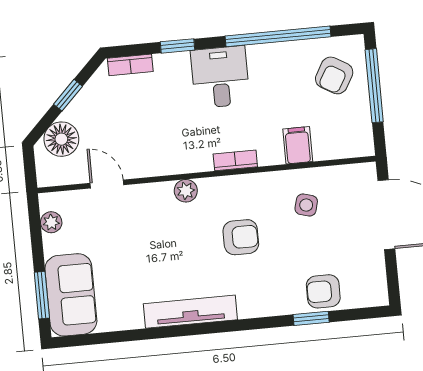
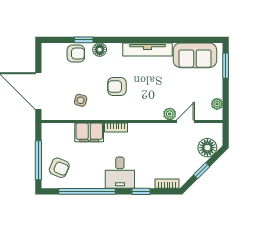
armchair: (334, 75) -> (59, 168), turned 83
filing cabinet: (298, 145) -> (89, 132), width x2.00
door: (107, 184) -> (185, 122), swing flipped
plant: (186, 191) -> (170, 114), moved
sofa: (71, 295) -> (195, 55), moved, turned -90
floor lamp: (280, 303) -> (100, 50), added

